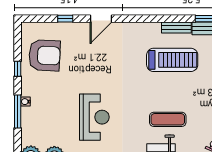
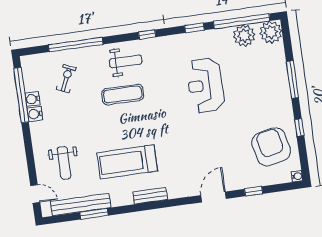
bench: (176, 27) -> (150, 196), moved
armchair: (44, 55) -> (271, 147), turned 75
water cooler: (25, 102) -> (297, 176), moved

